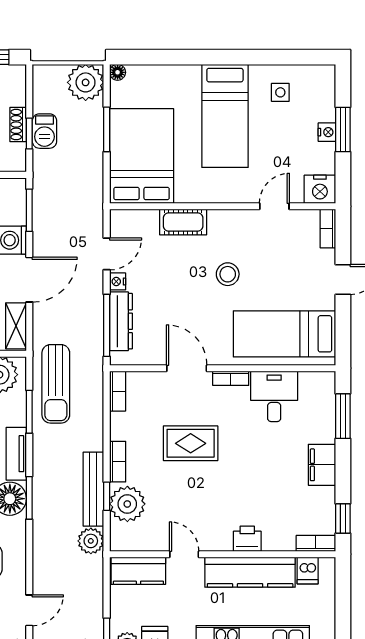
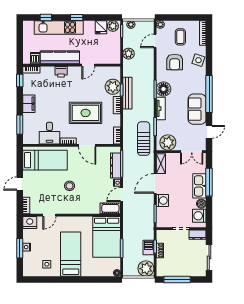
plant: (86, 82) -> (146, 269), moved
cot: (183, 222) -> (110, 208), moved
rug: (191, 443) -> (86, 113), width x1.36, depth x1.43
plant: (91, 541) -> (129, 54), moved
door: (184, 554) -> (88, 65), hinge flipped
kitchen counter: (138, 571) -> (108, 58), removed

